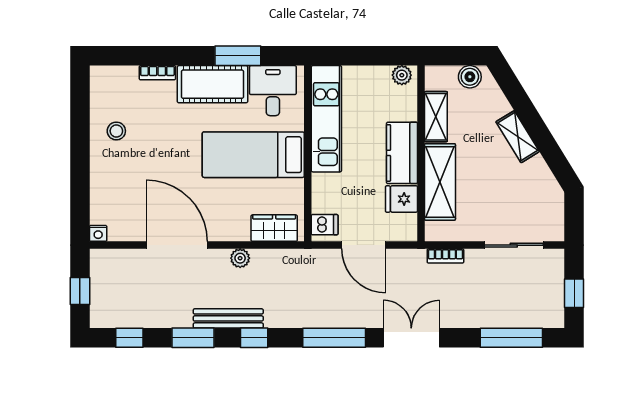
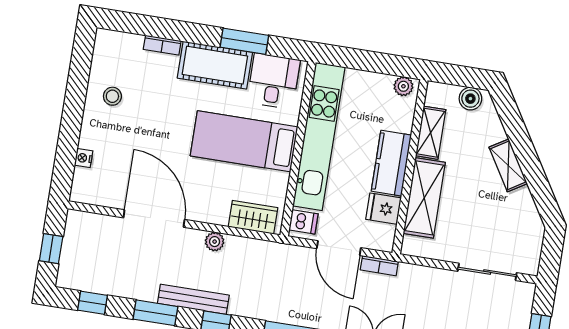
kitchen unit: (326, 119) -> (319, 137), width x1.36
nightstand: (98, 233) -> (84, 158), moved, turned 90
bookcase: (445, 256) -> (379, 266), moved

